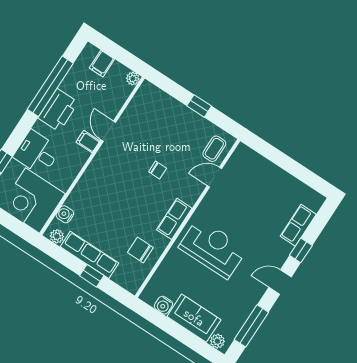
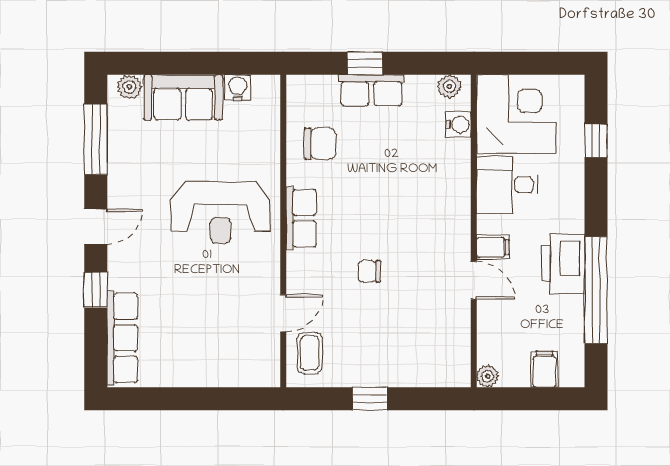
desk: (37, 153) -> (507, 185), moved, turned 180
row of seats: (298, 225) -> (122, 338), width x1.48
row of seats: (89, 255) -> (371, 90), width x0.68

